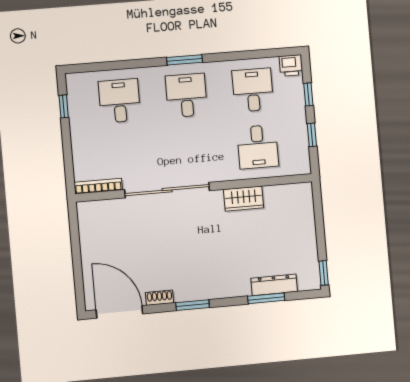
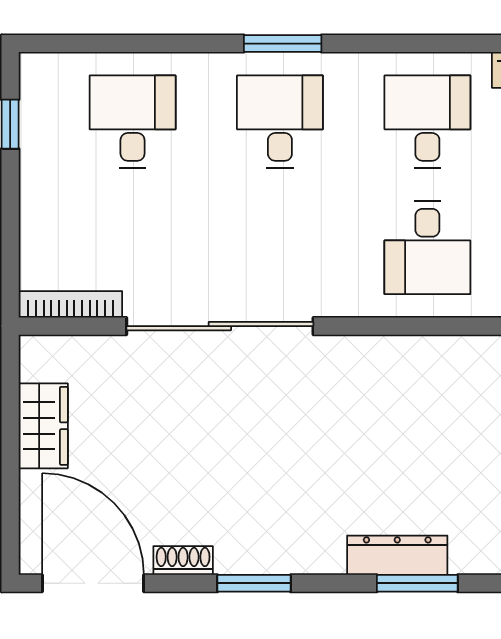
wardrobe: (244, 199) -> (43, 426), moved, turned -90
dresser: (274, 285) -> (397, 555), moved

